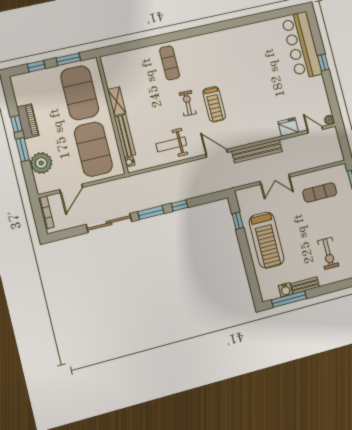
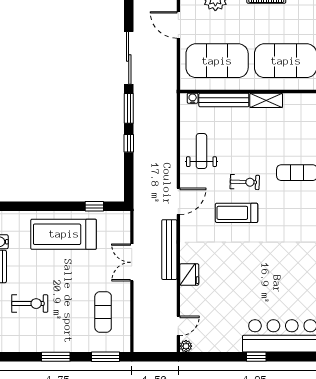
fridge: (288, 127) -> (189, 274), moved
exercise bike: (328, 253) -> (30, 304), turned 180

